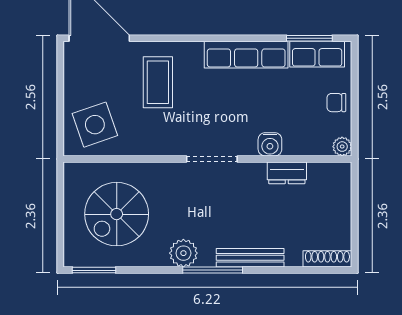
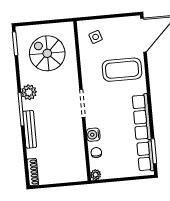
coffee table: (158, 82) -> (122, 70), width x1.36, depth x1.32
chair: (336, 103) -> (96, 153), moved
side table: (95, 125) -> (96, 37), width x0.54, depth x0.54
dresser: (287, 173) -> (78, 145), removed

